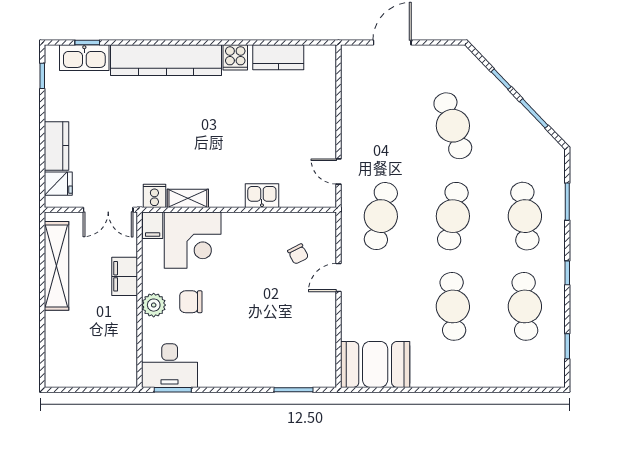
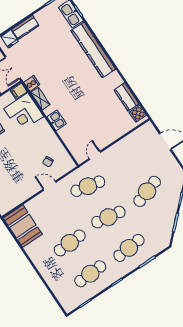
cooker: (235, 57) -> (138, 114), moved
kitchen sink: (262, 196) -> (57, 120), moved

